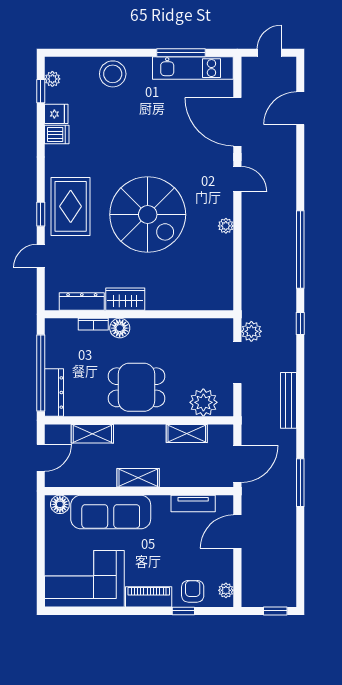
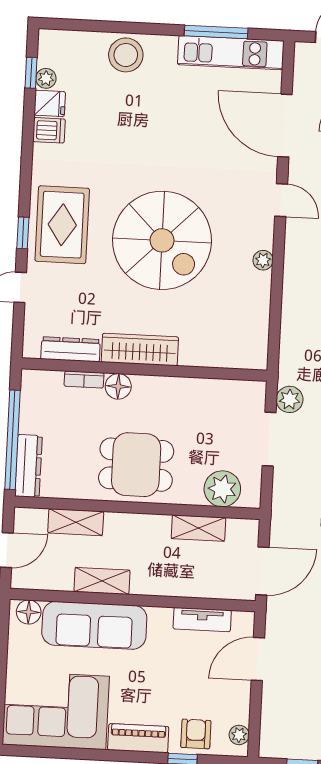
plant: (52, 79) -> (46, 78), moved
wardrobe: (125, 299) -> (140, 350), width x1.50
shelving: (138, 478) -> (102, 581), moved

